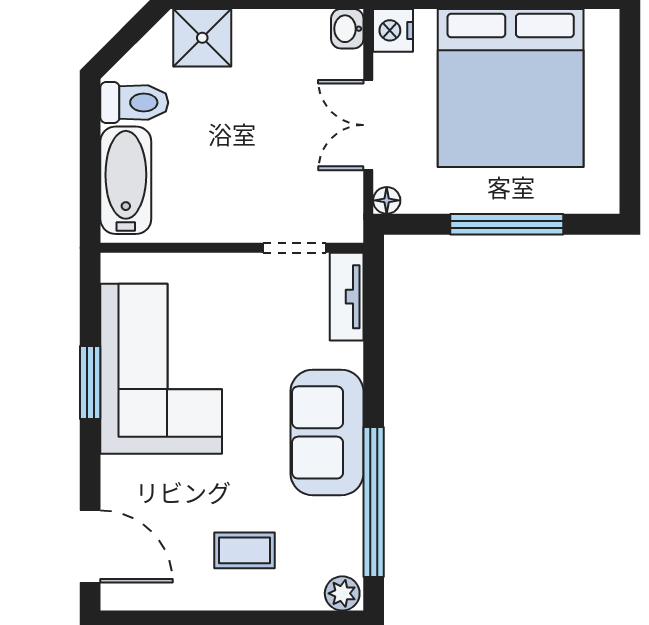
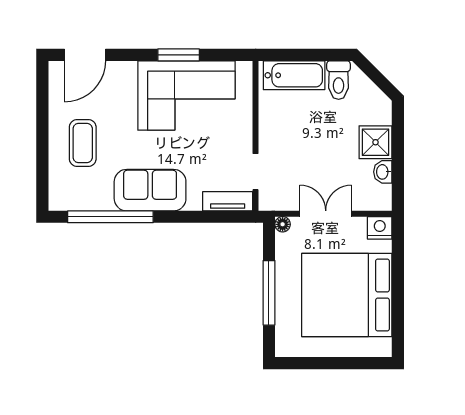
washbasin: (347, 29) -> (383, 172), moved, turned -90
shower: (202, 38) -> (376, 142), moved
coffee table: (244, 550) -> (83, 143), width x1.36, depth x1.30
plant: (342, 593) -> (58, 199), removed

